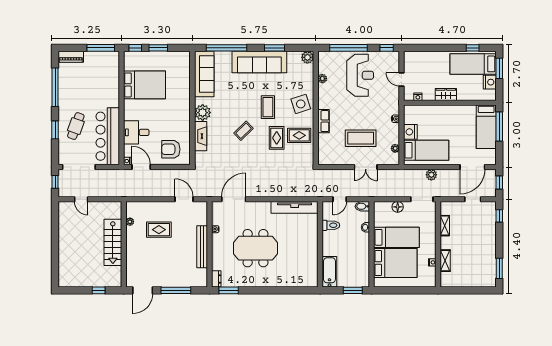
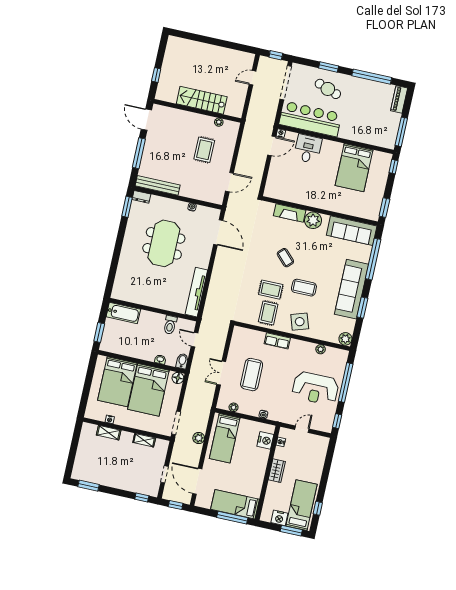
window: (158, 48) -> (384, 208), moved
nightstand: (410, 132) -> (265, 440), moved, turned 90
armchair: (171, 149) -> (283, 180), removed
floor lamp: (398, 207) -> (178, 378), moved
bed: (396, 237) -> (148, 390), width x1.50
bench: (202, 247) -> (158, 185), moved

